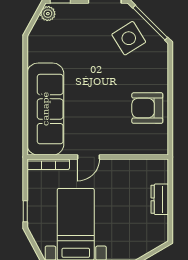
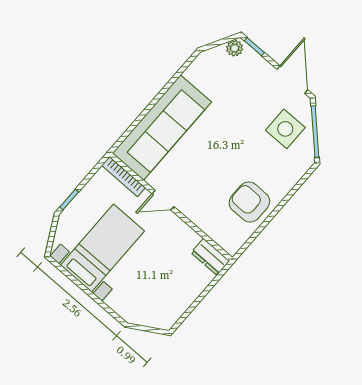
side table: (129, 38) -> (285, 129), turned 32
dresser: (160, 199) -> (210, 257), moved, turned -90

